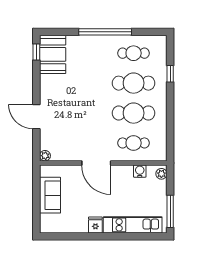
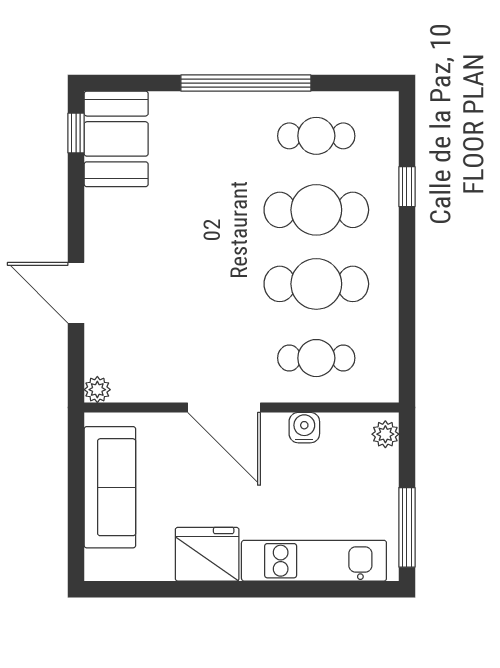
water cooler: (140, 171) -> (304, 428), moved
sofa: (50, 195) -> (110, 487), width x1.36
fridge: (95, 225) -> (207, 554), width x1.88, depth x1.34

